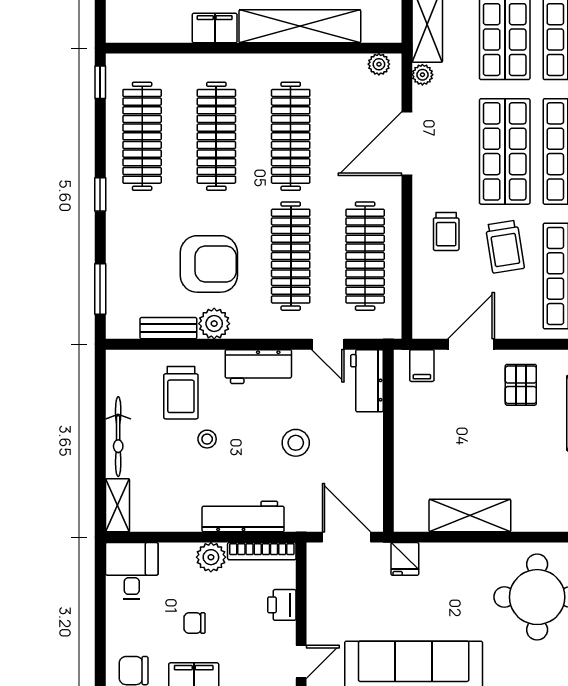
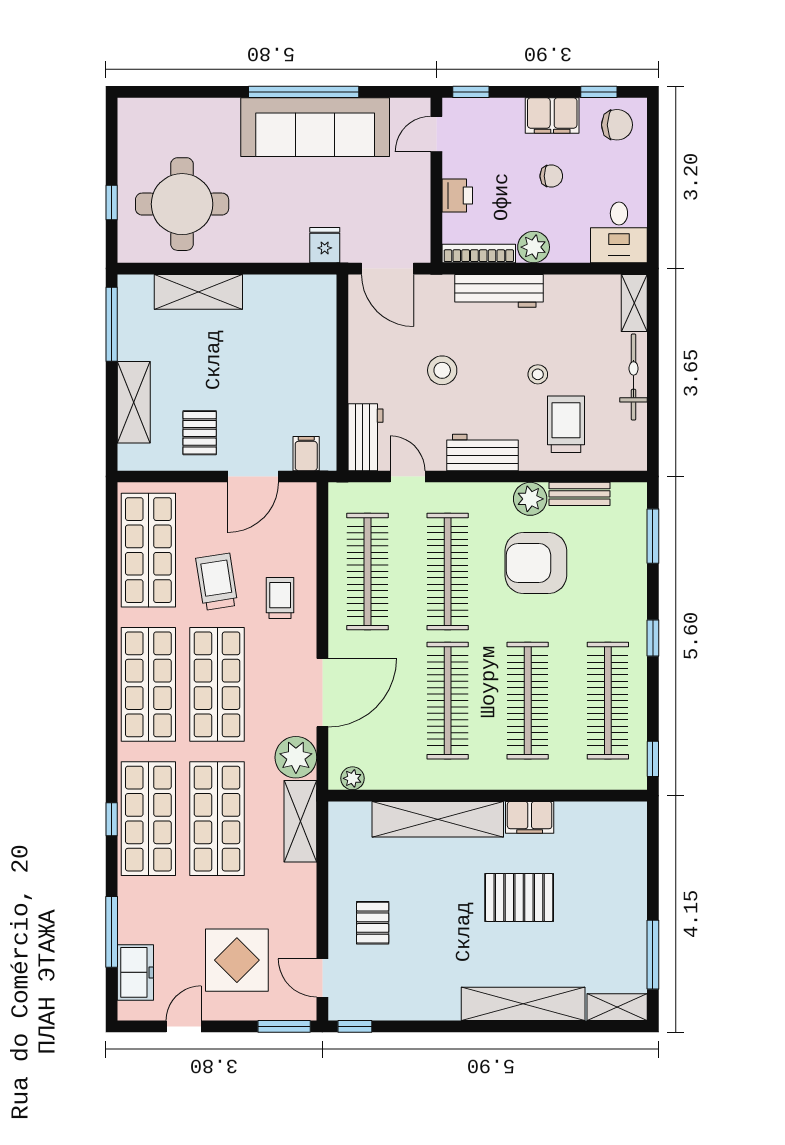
plant: (422, 75) -> (296, 757), width x1.88, depth x1.88
shelving: (470, 516) -> (198, 292), moved

